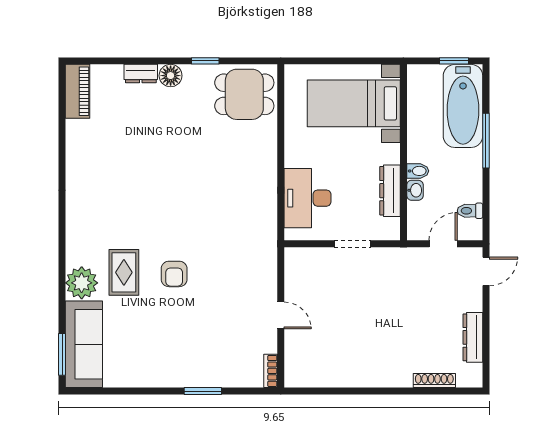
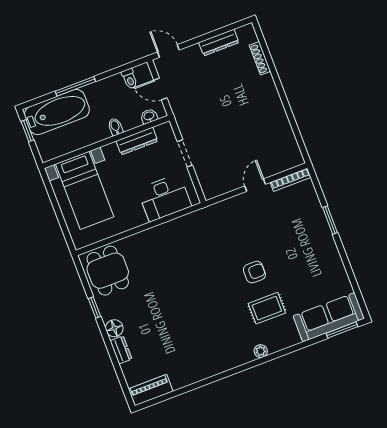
washbasin: (415, 190) -> (149, 116), moved
plant: (82, 283) -> (261, 351), moved, width x0.53, depth x0.53
bookcase: (271, 371) -> (291, 180), width x1.56

